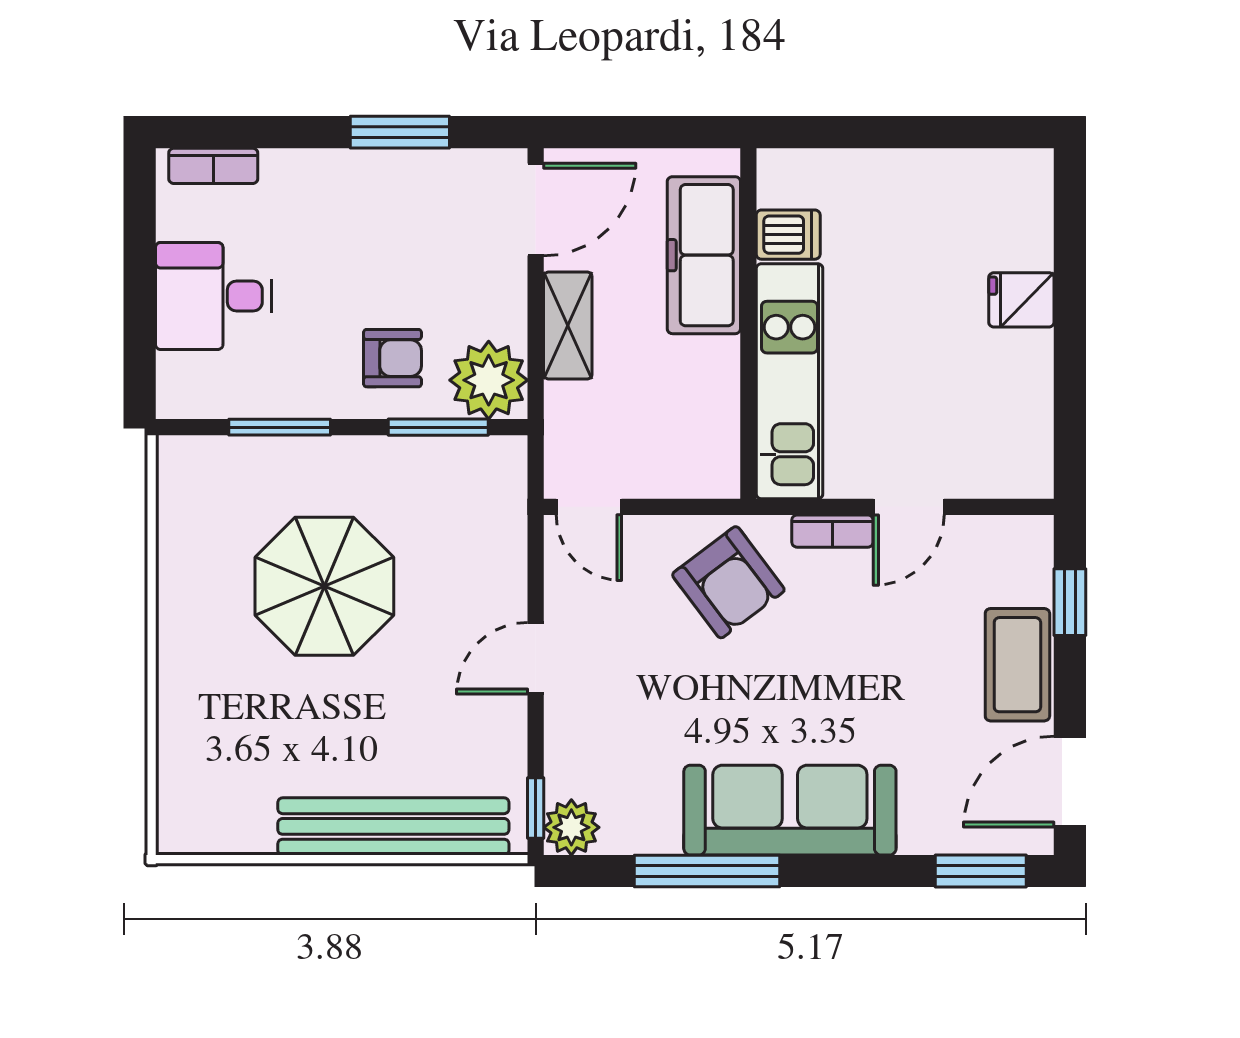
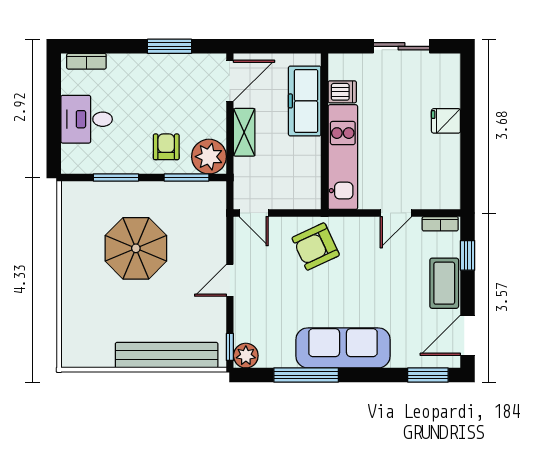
sliding door: (921, 132) -> (401, 46), added
armchair: (393, 358) -> (166, 147), turned -90
bookcase: (832, 531) -> (440, 224), moved
armchair: (728, 582) -> (316, 247), turned 102

